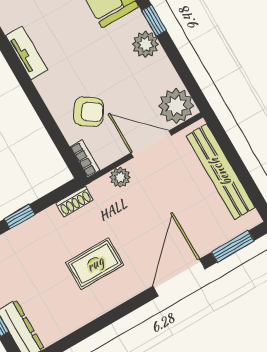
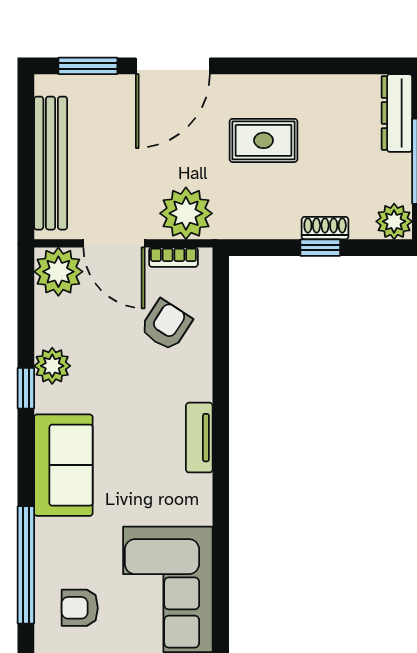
armchair: (89, 112) -> (166, 325), turned 88
bookcase: (85, 159) -> (173, 257), moved, turned -90
plant: (120, 177) -> (186, 213), width x1.87, depth x1.87
shoe rack: (75, 201) -> (325, 228), moved

